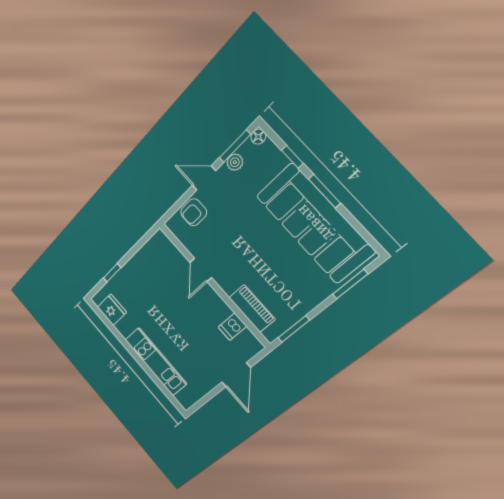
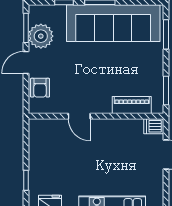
floor lamp: (258, 137) -> (34, 10), removed
plant: (235, 162) -> (41, 36), width x1.87, depth x1.87
dishwasher: (232, 327) -> (154, 126), moved, turned 90

